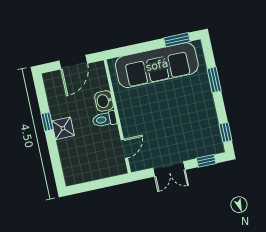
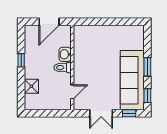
window: (177, 40) -> (127, 22), removed
sofa: (157, 65) -> (132, 80), moved, turned 90
window: (214, 80) -> (147, 67), moved
shower: (63, 128) -> (31, 86), moved

